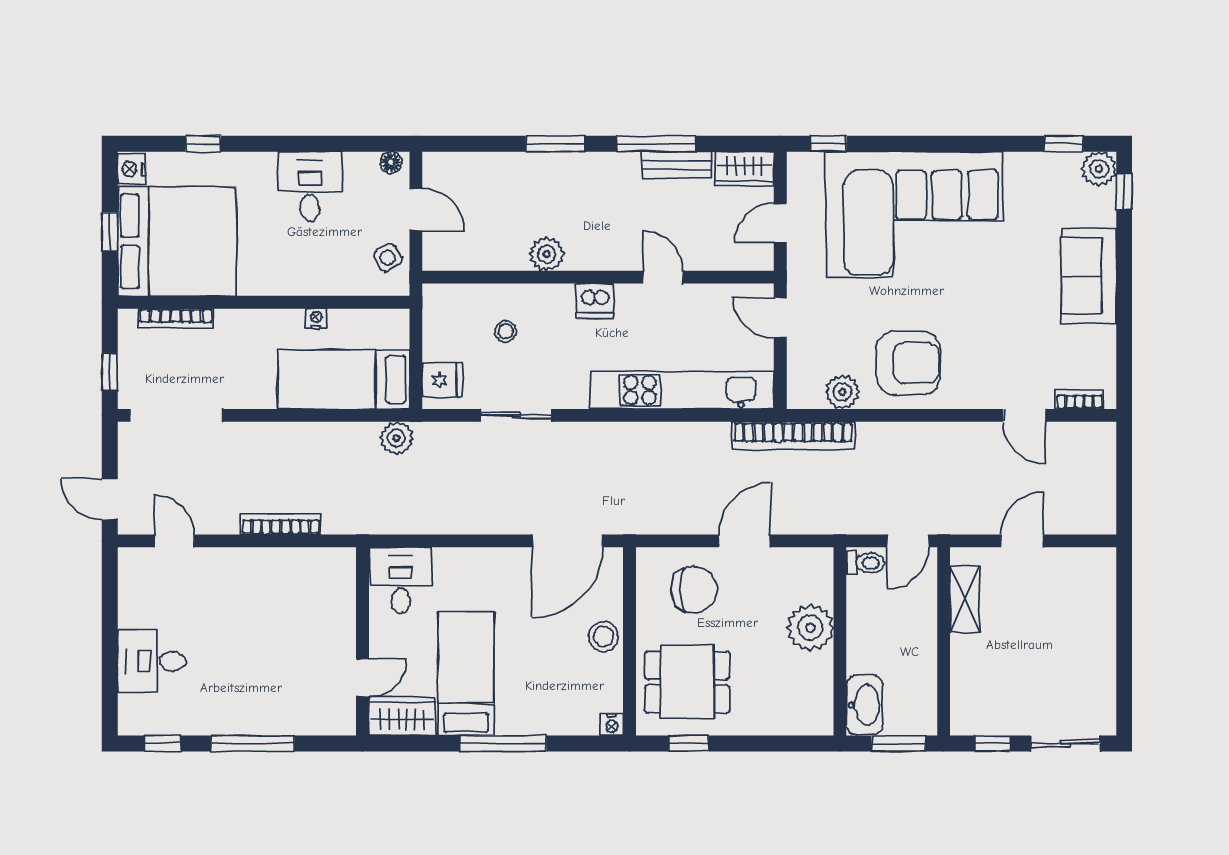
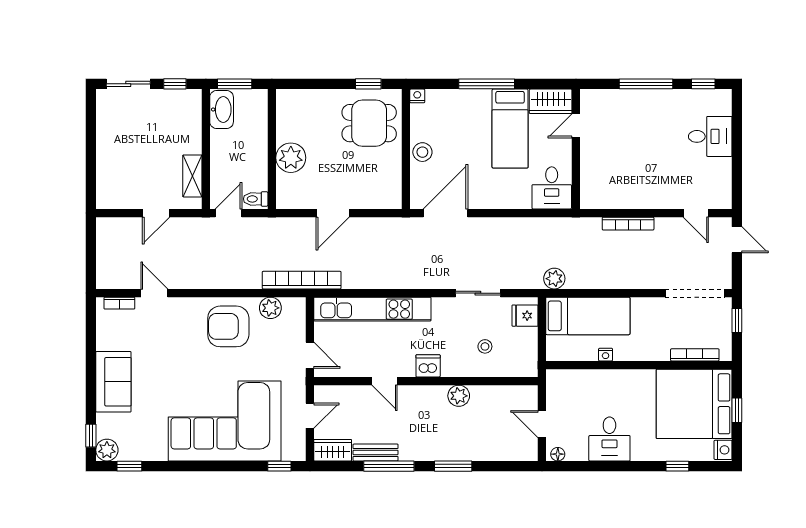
side table: (388, 258) -> (560, 393), removed
chair: (694, 590) -> (365, 182), removed
washbasin: (865, 705) -> (222, 109), moved, turned 180

